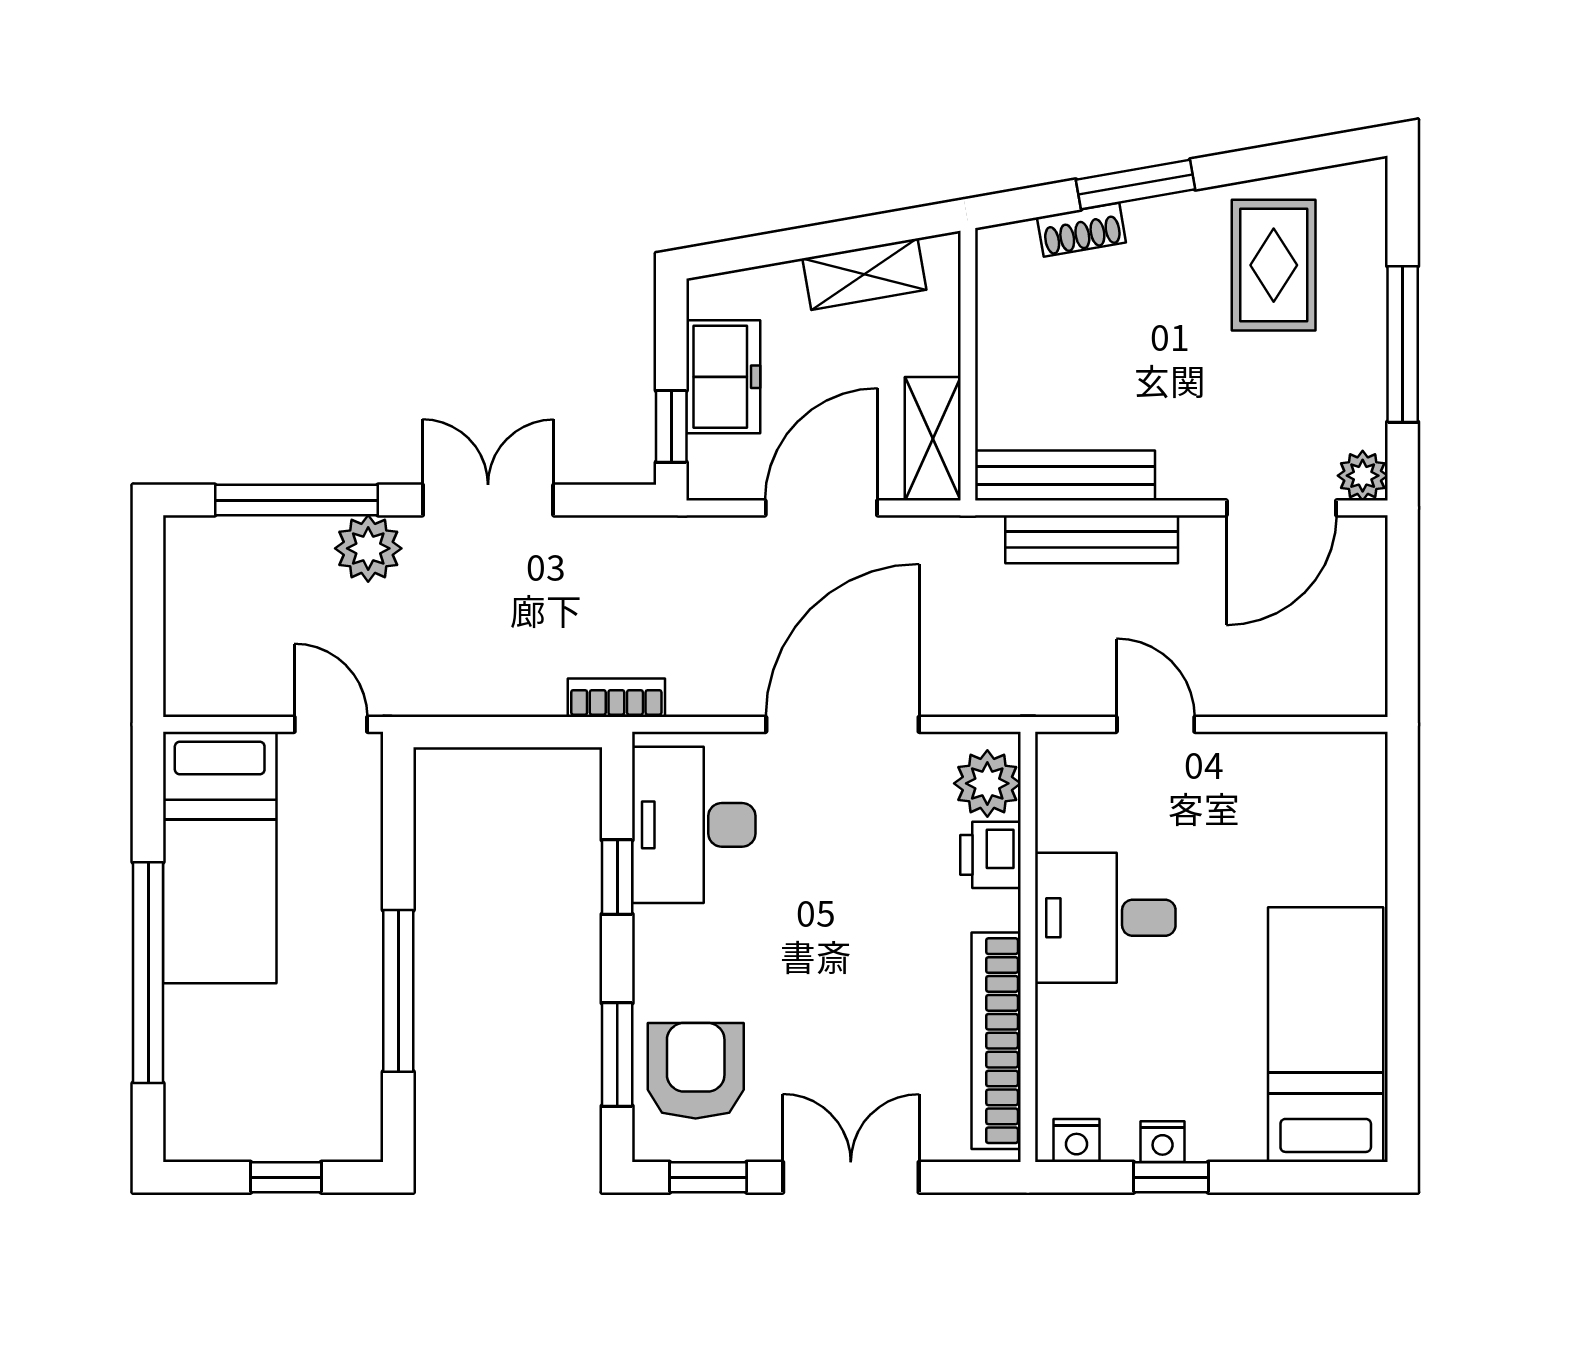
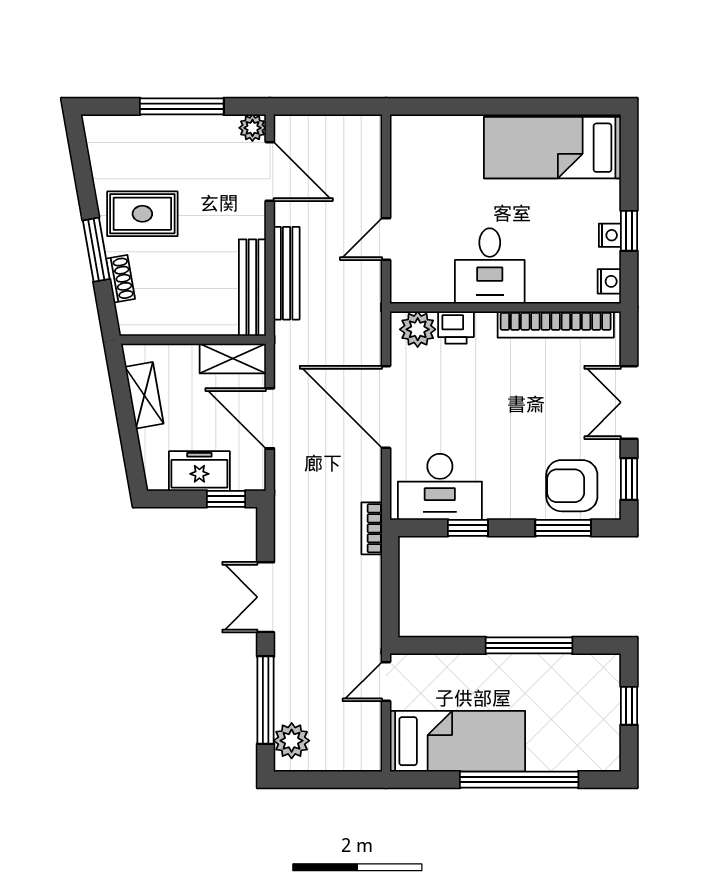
rug: (1274, 265) -> (142, 214), moved
plant: (368, 548) -> (292, 741), moved

